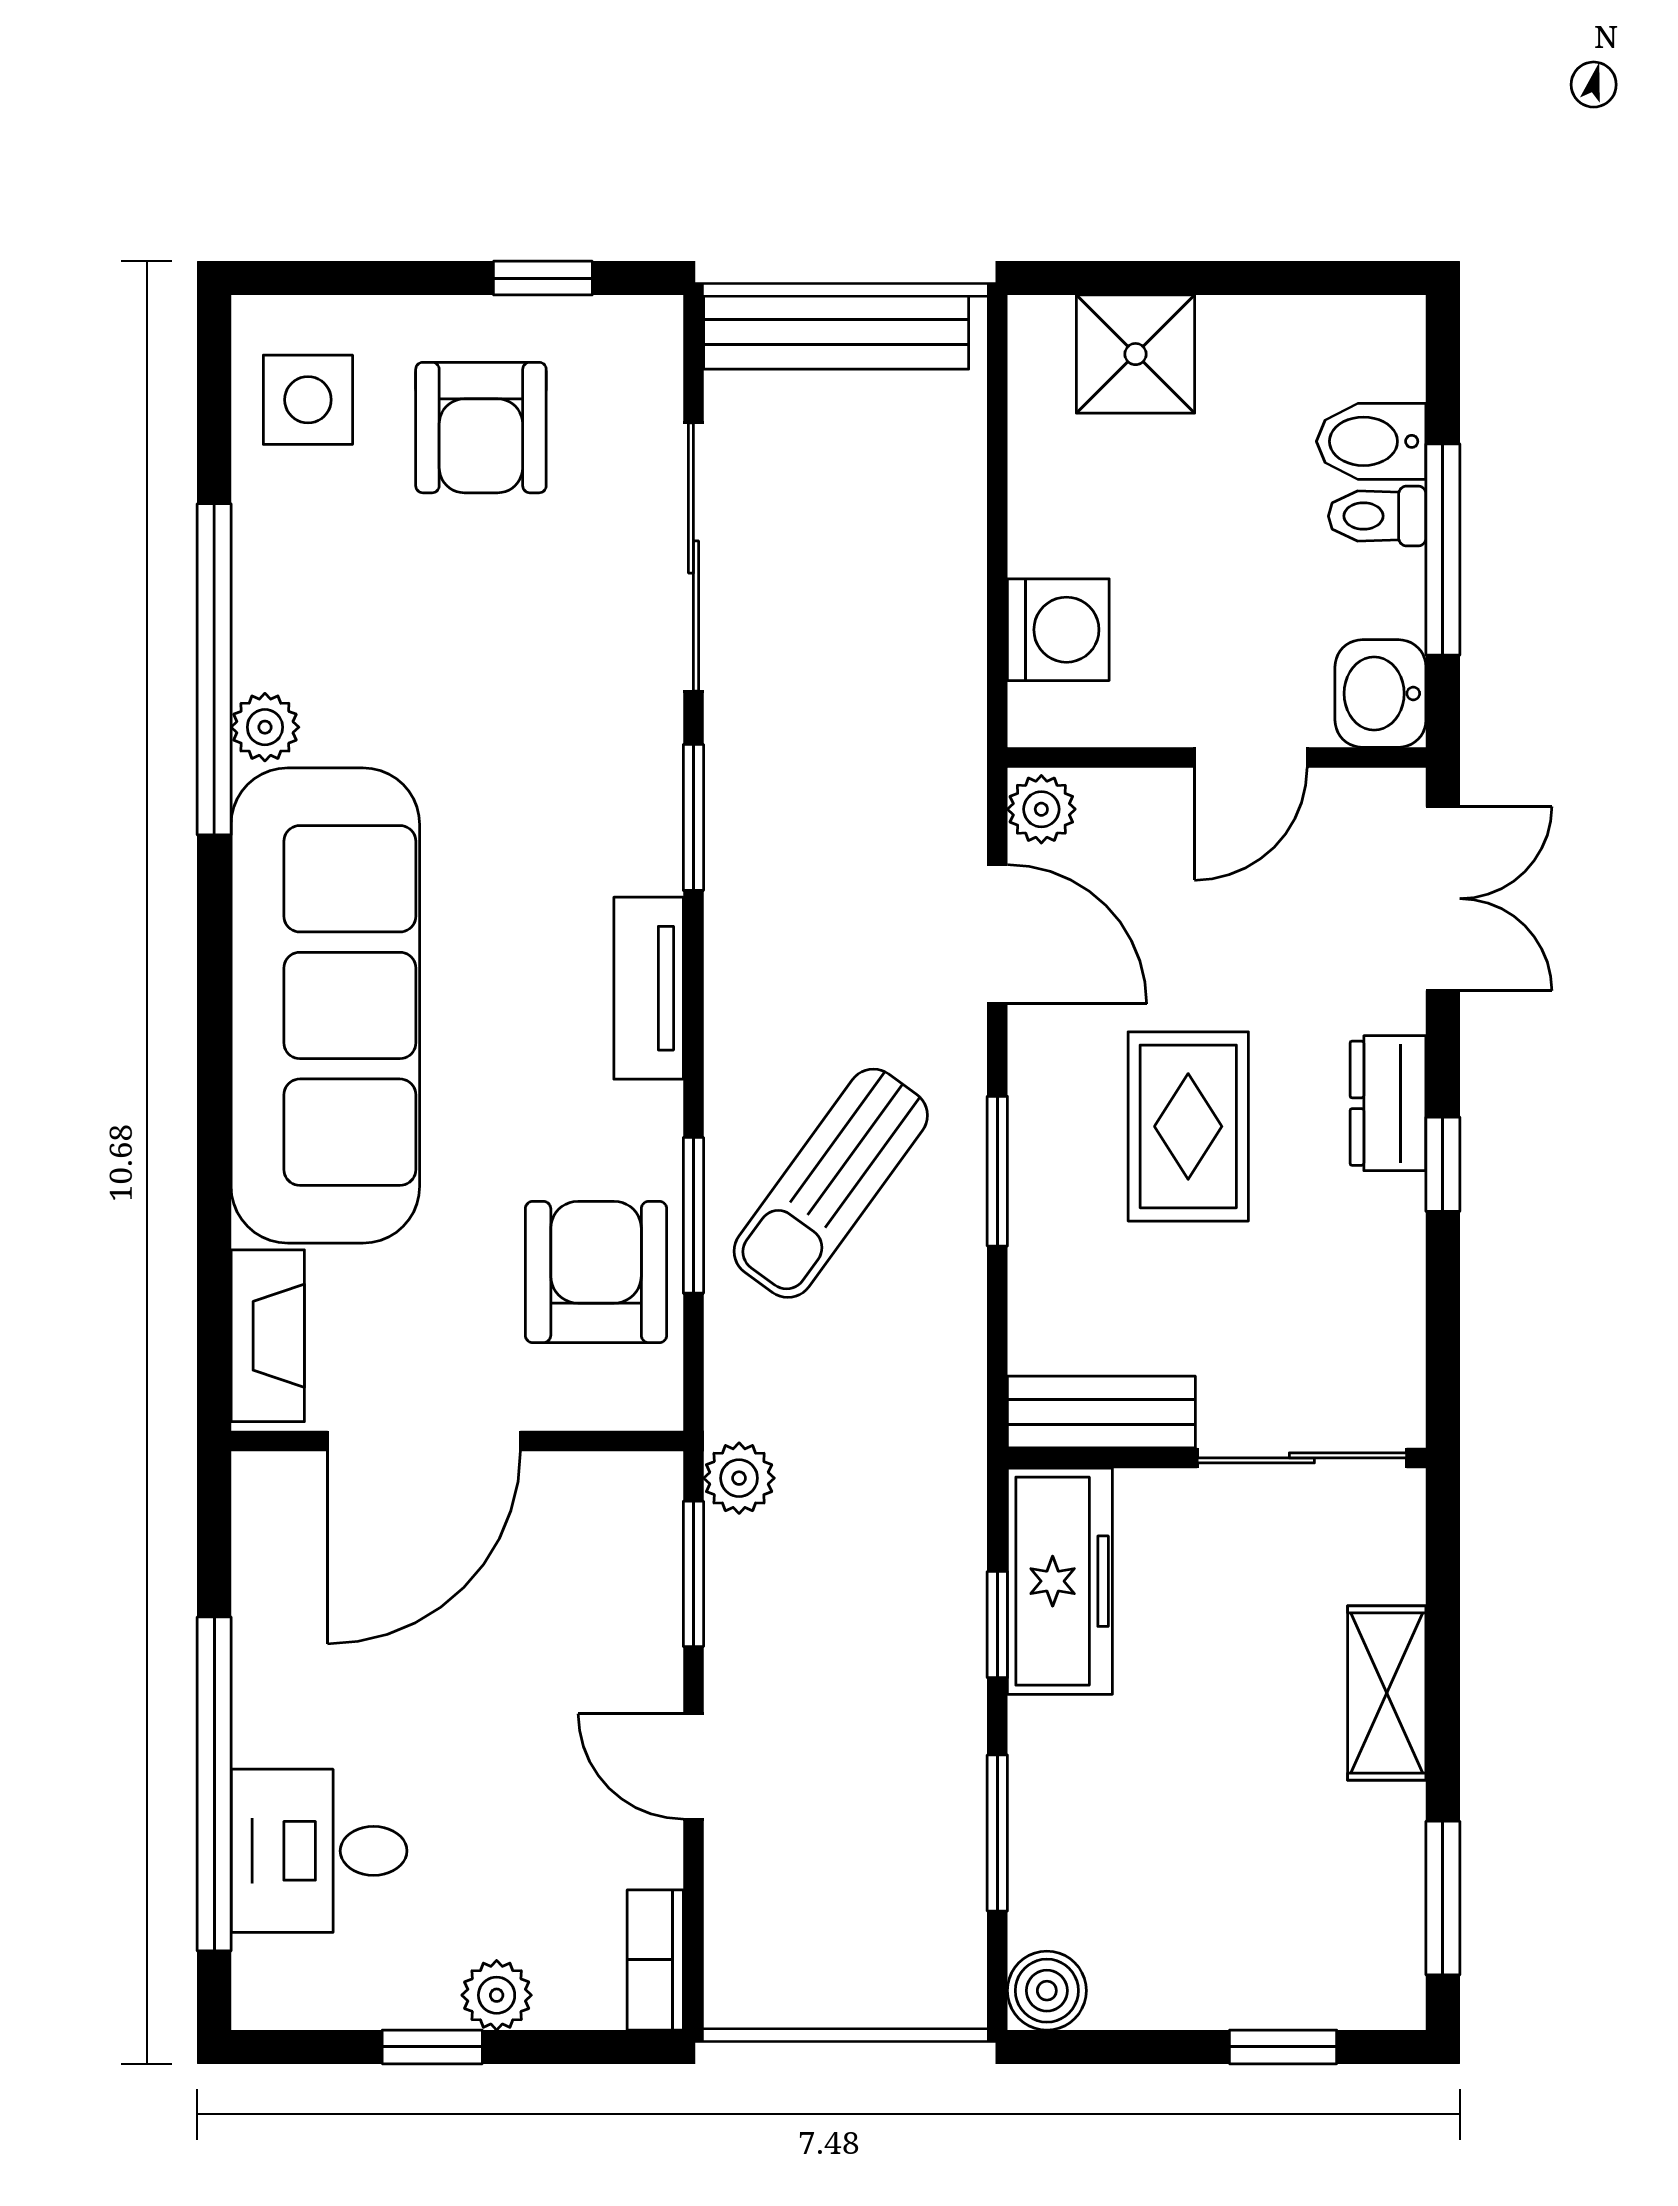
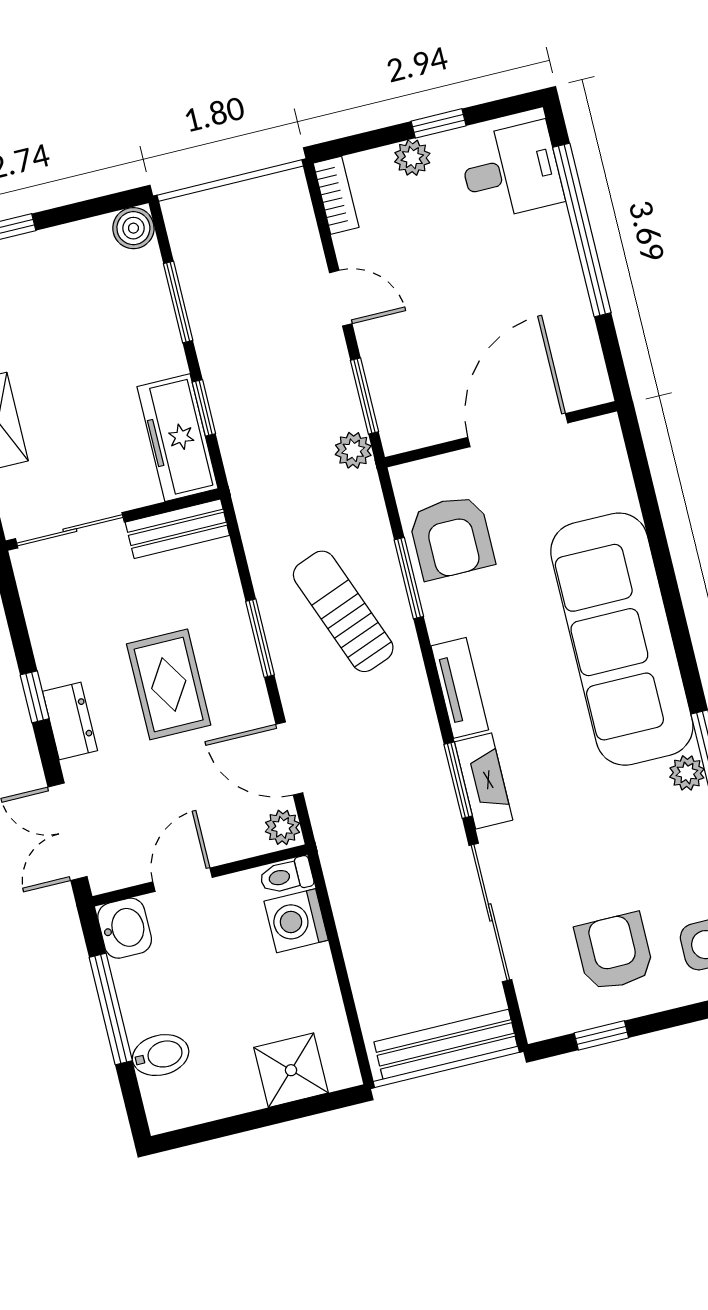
toilet: (1377, 516) -> (286, 876), moved, turned 180
sun lounger: (831, 1183) -> (343, 611), turned -57
fireplace: (268, 1336) -> (484, 781), moved, turned 180
desk: (319, 1851) -> (511, 171), moved

